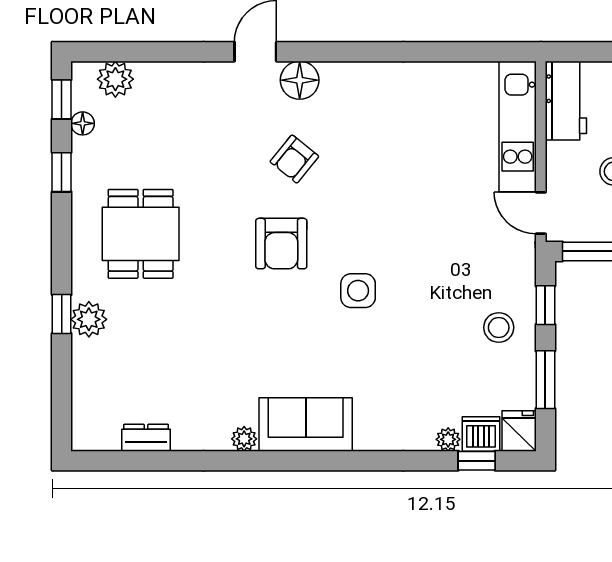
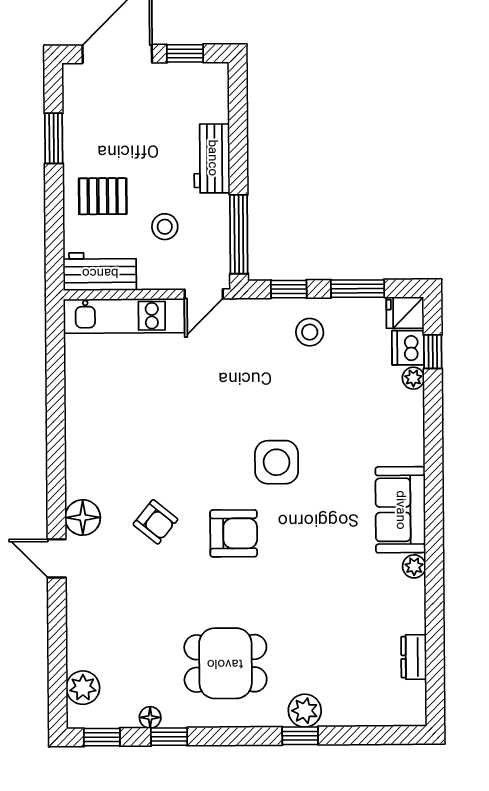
floor lamp: (83, 123) -> (150, 717), moved
side table: (358, 291) -> (277, 462), width x1.37, depth x1.37

